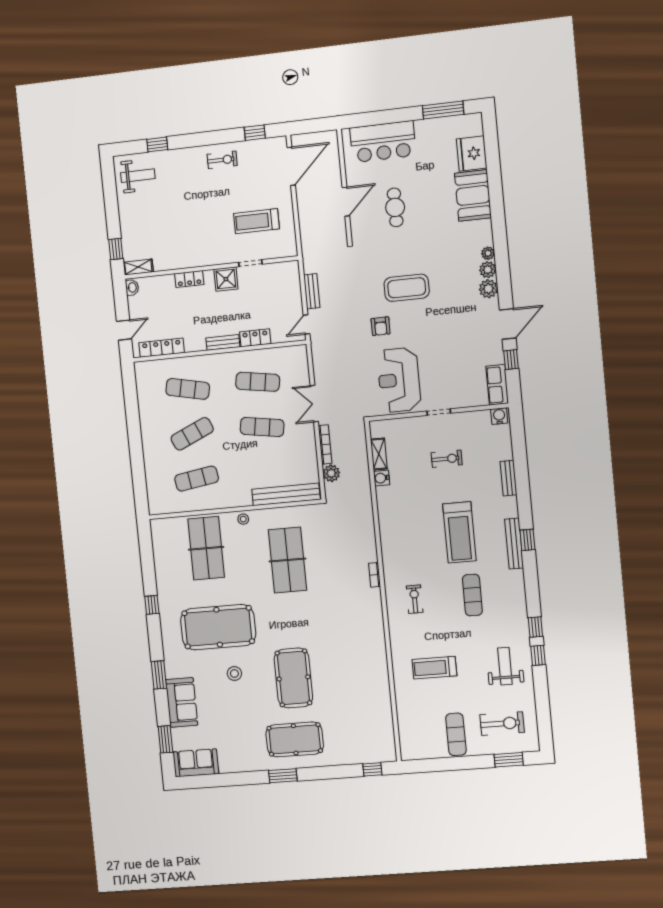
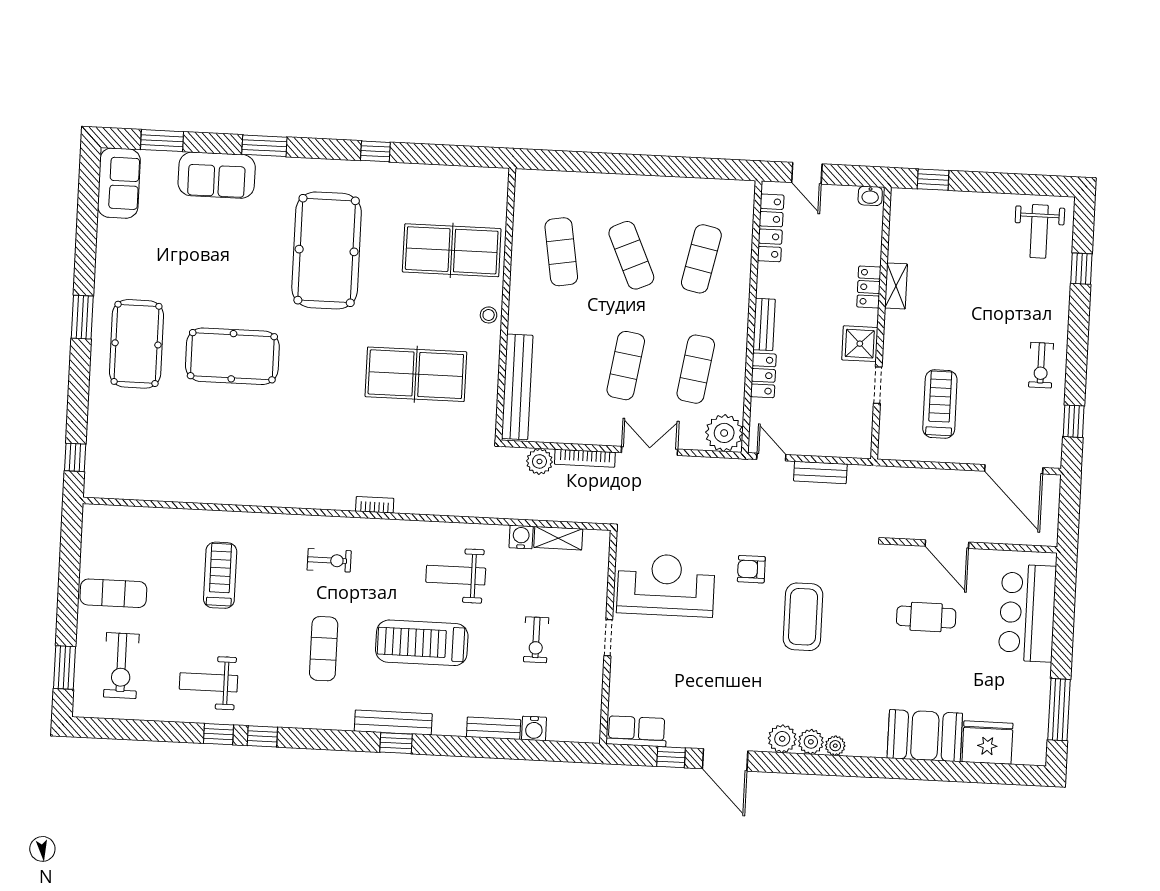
shelving: (138, 267) -> (896, 286), moved
plant: (296, 357) -> (724, 433), added
water cooler: (499, 416) -> (534, 728), moved, turned 90
weight bench: (412, 517) -> (456, 575), added
exercise mat: (472, 595) -> (324, 649), turned 90
weight bench: (505, 666) -> (209, 682), turned 180
stool: (234, 673) -> (251, 265), removed

